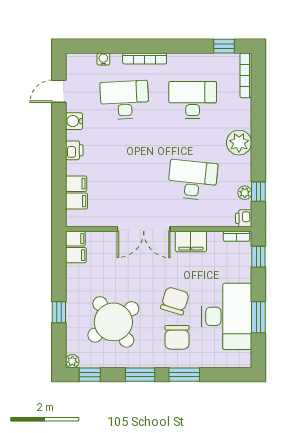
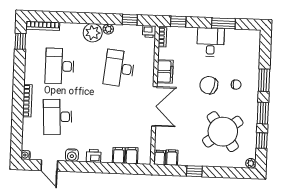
water cooler: (103, 59) -> (26, 155), moved
plant: (245, 193) -> (108, 29), moved
window: (59, 312) -> (194, 171), moved
desk: (227, 316) -> (211, 42), width x0.53, depth x0.77
chair: (177, 337) -> (236, 85), width x0.54, depth x0.54
window: (90, 375) -> (262, 141), moved

